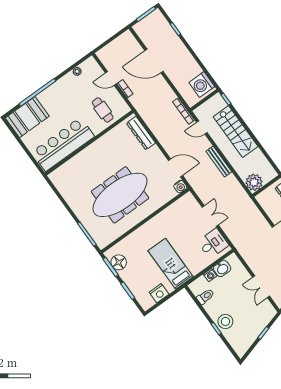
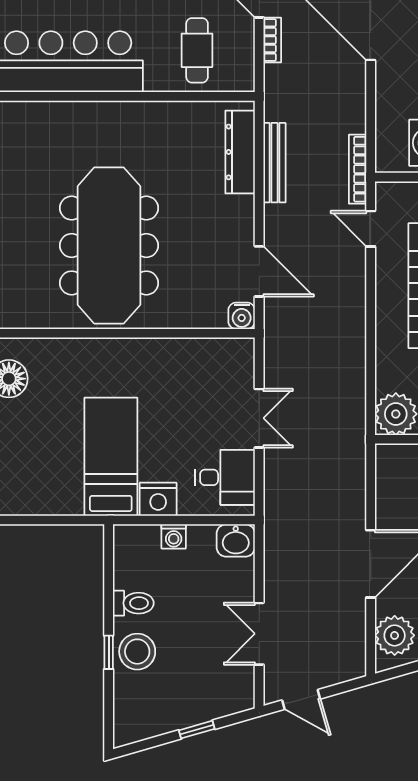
bench: (219, 161) -> (274, 163), moved
meeting table: (120, 195) -> (109, 245), turned 90
washbasin: (222, 268) -> (236, 540), moved
nightstand: (159, 293) -> (158, 499), moved
toilet: (205, 296) -> (133, 603), moved

